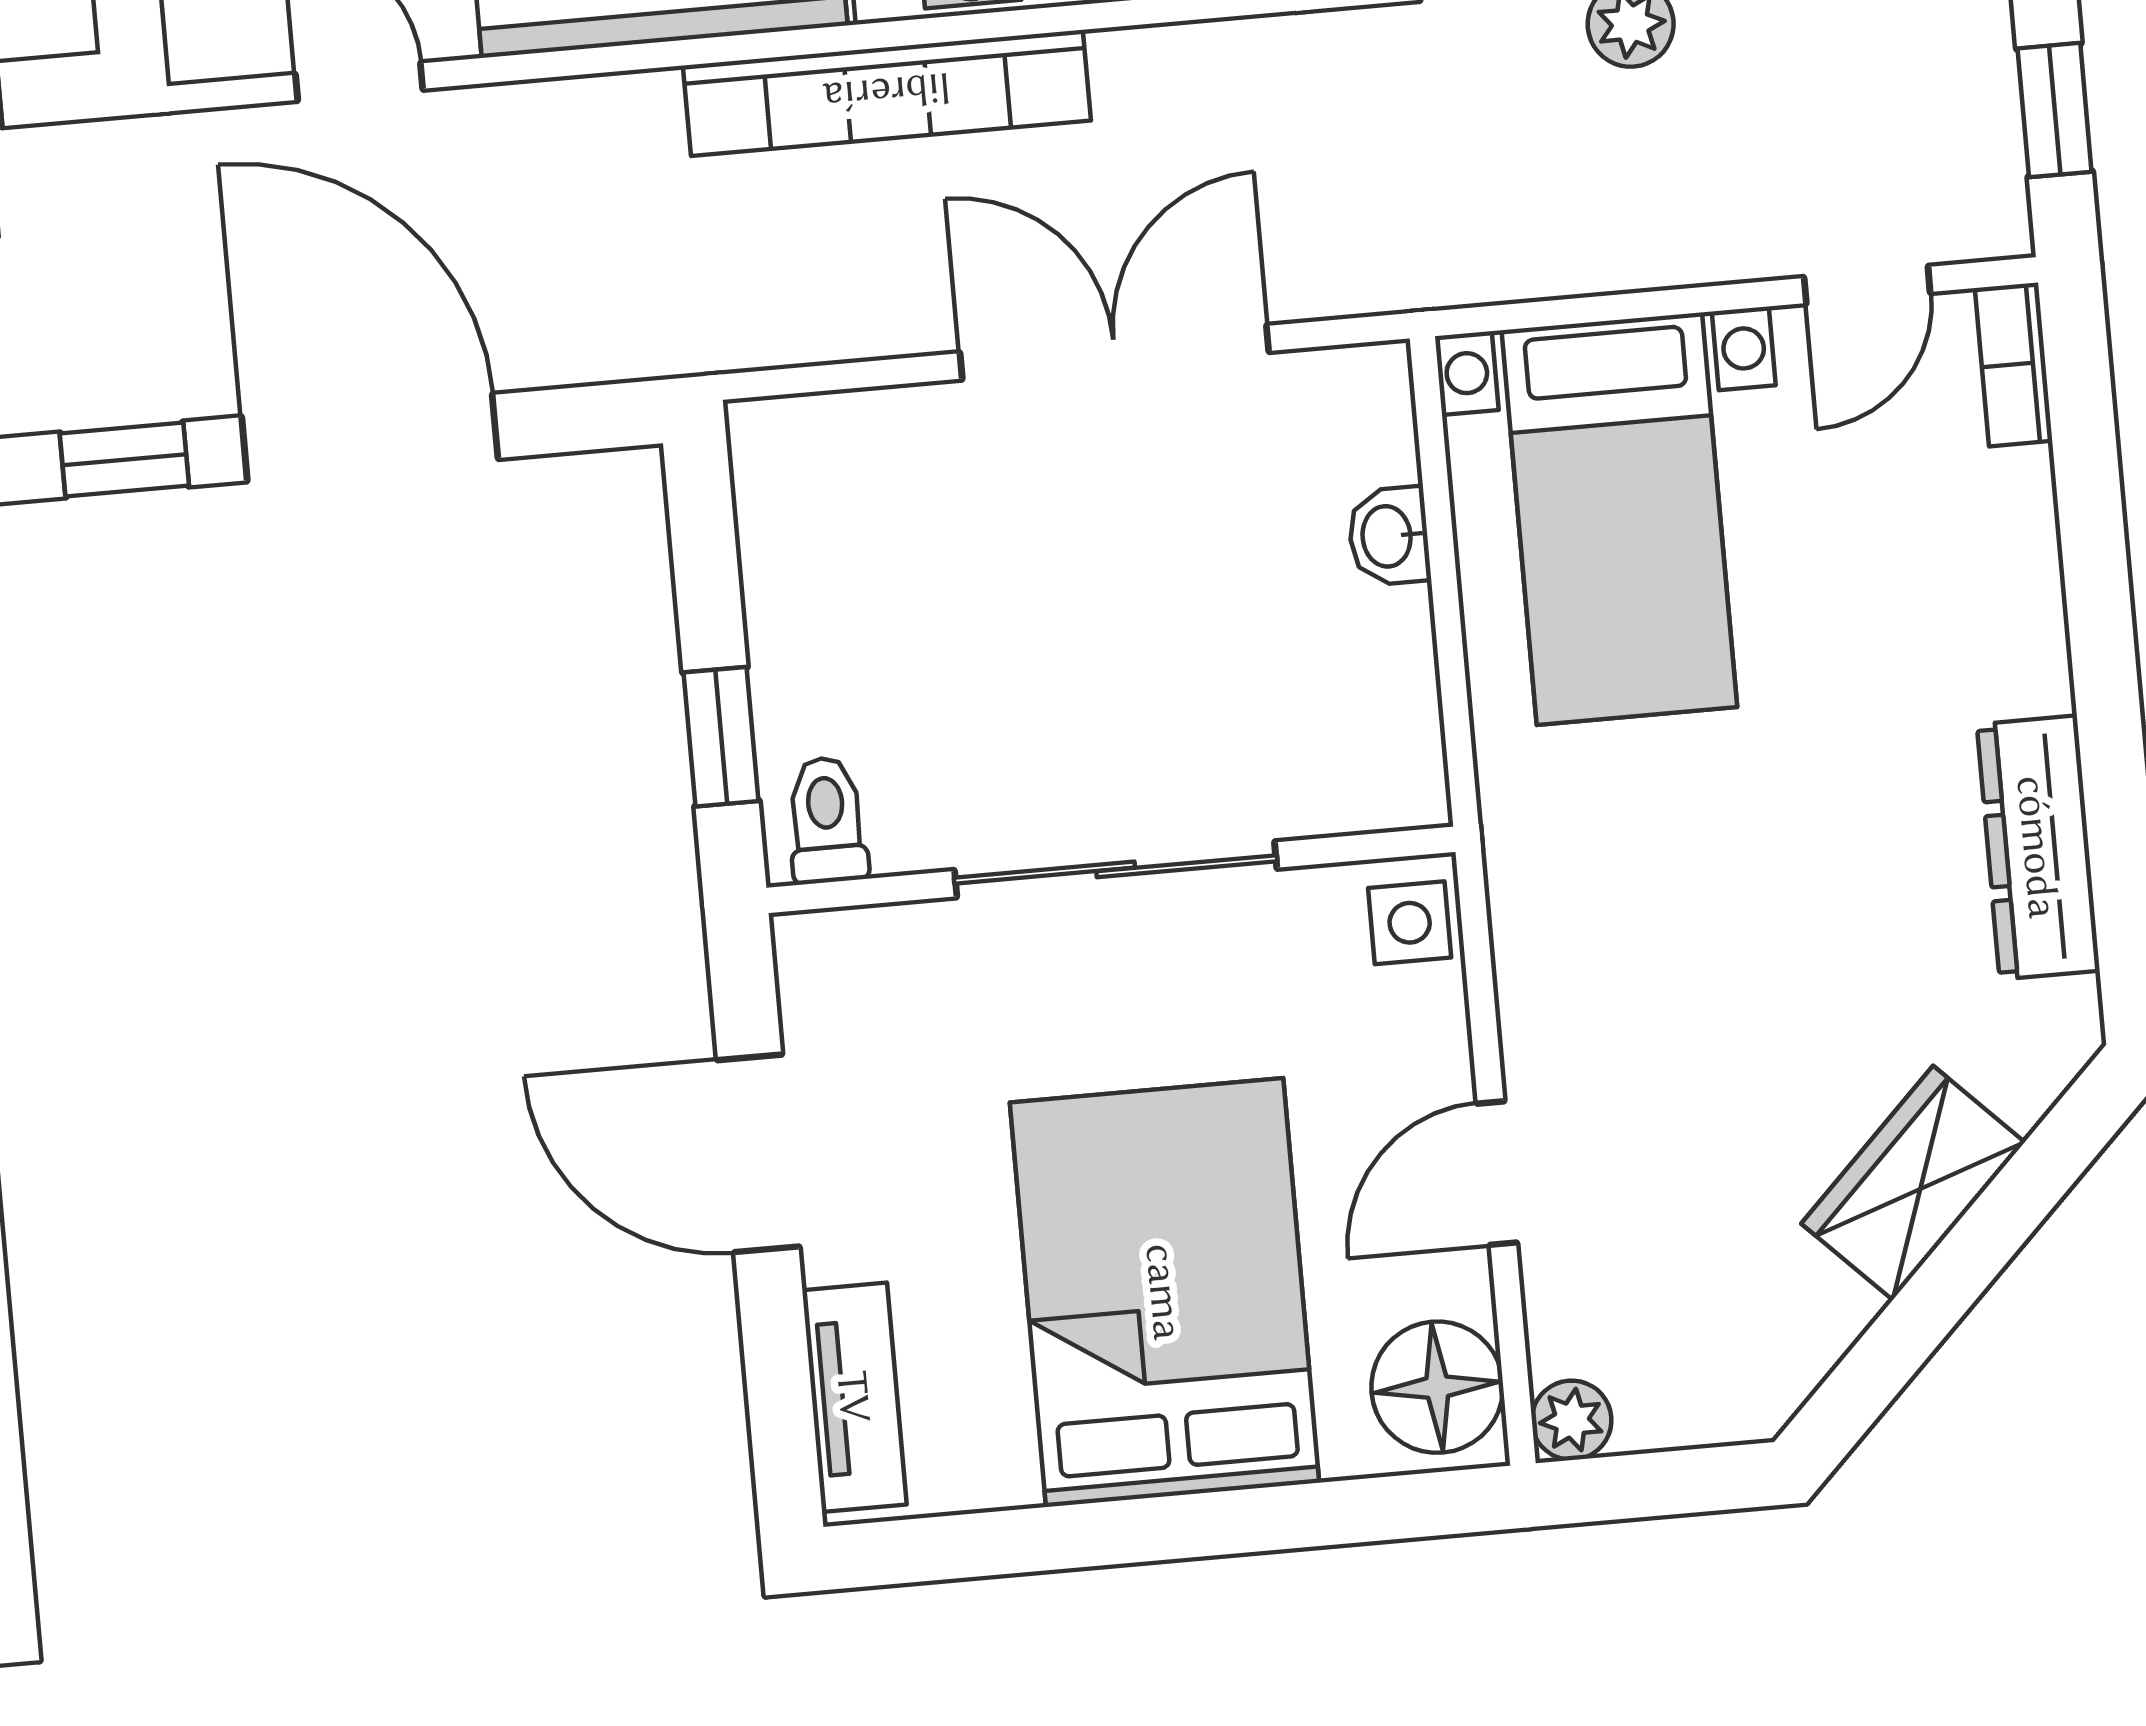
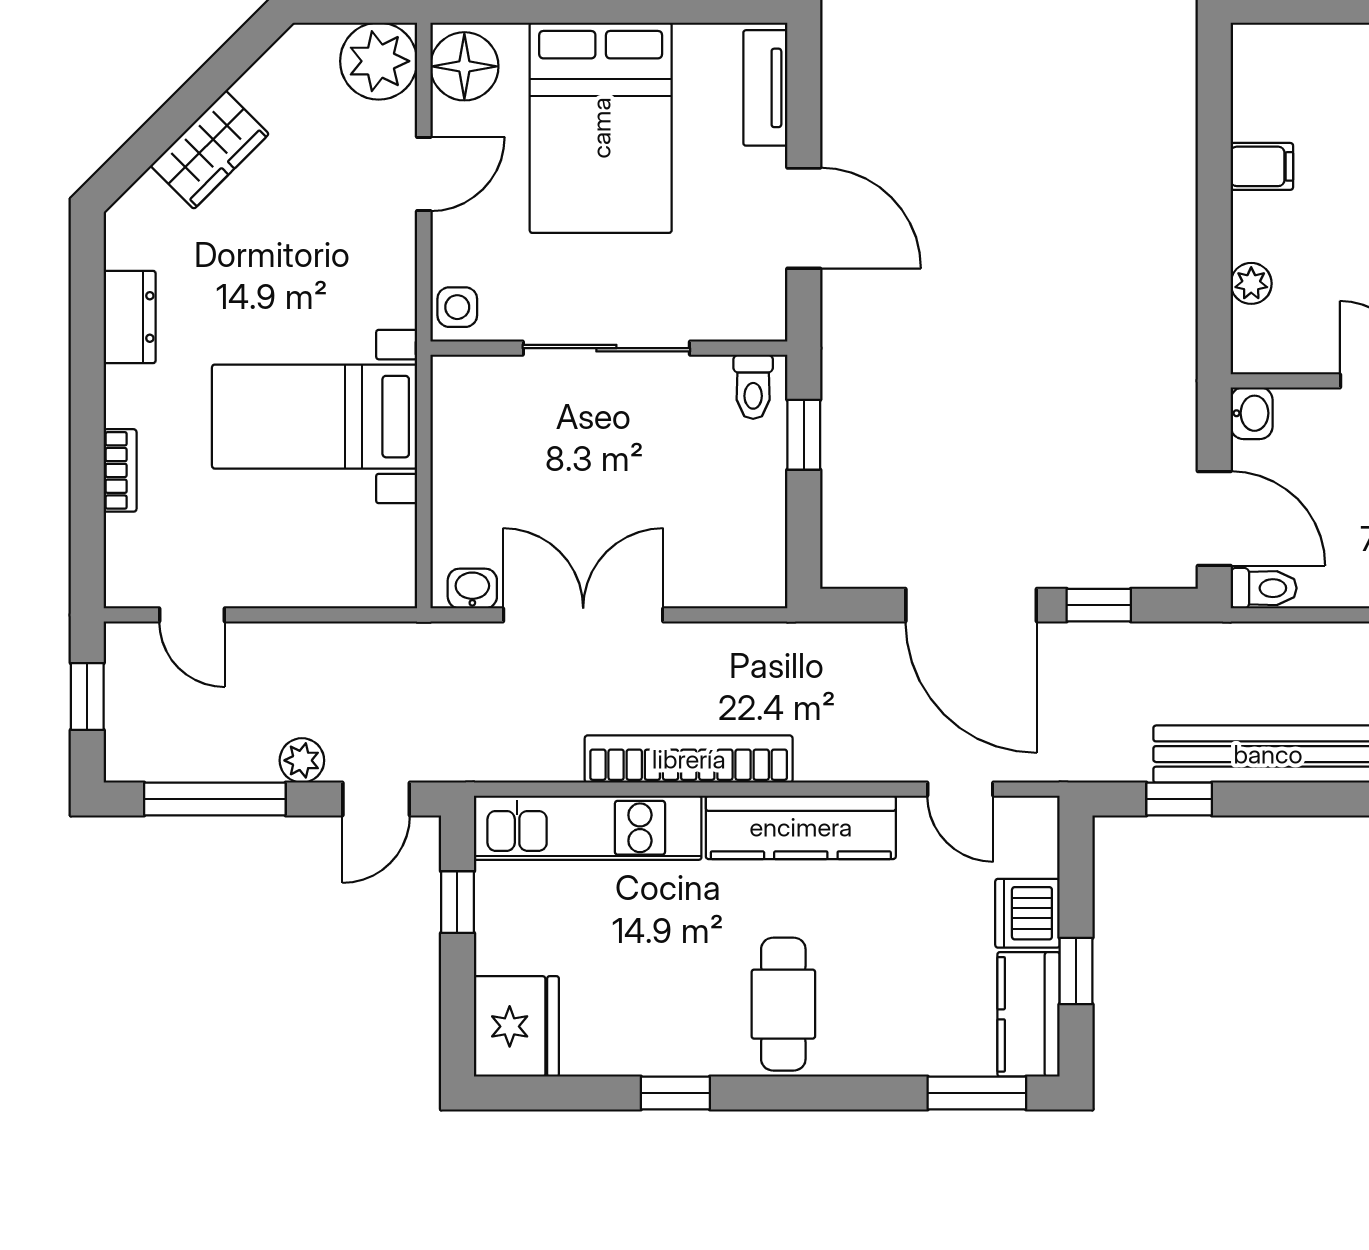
door: (1867, 285) -> (192, 615), swing flipped
double door: (1114, 352) -> (583, 615), swing flipped
bookcase: (2014, 364) -> (120, 470), moved
bed with nightstands: (1619, 519) -> (315, 417), moved, turned -90
washbasin: (1389, 536) -> (472, 589), moved, turned -90
dresser: (2038, 847) -> (130, 317), width x0.70
plant: (1572, 1420) -> (379, 61), width x1.88, depth x1.88

